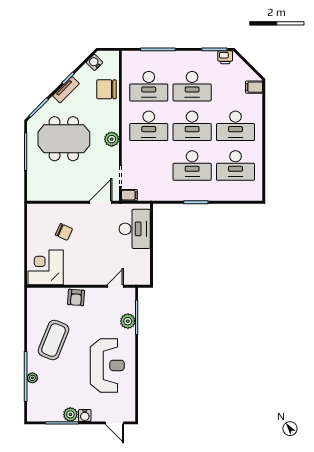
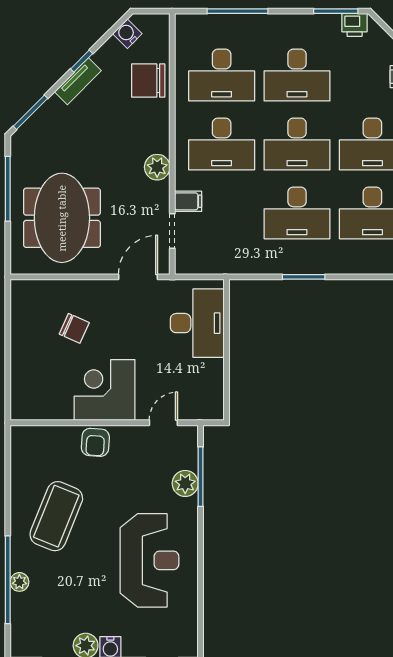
meeting table: (64, 139) -> (62, 218), moved, turned 90
filing cabinet: (129, 195) -> (188, 201), moved
corner desk: (46, 267) -> (105, 390), moved

